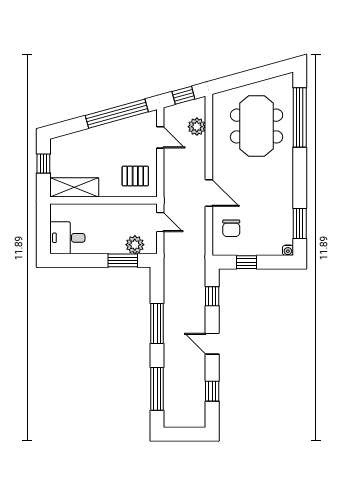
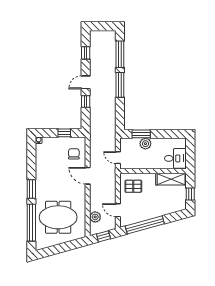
meeting table: (257, 126) -> (58, 217), turned 90
window: (300, 224) -> (31, 189), moved
desk: (67, 238) -> (175, 158), moved
plant: (135, 245) -> (145, 144), moved
window: (212, 296) -> (86, 102), moved
window: (157, 323) -> (120, 85), moved
door: (212, 344) -> (86, 82), swing flipped

